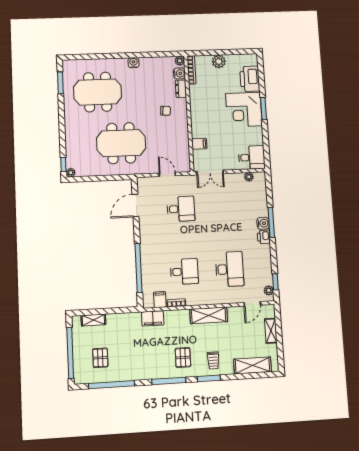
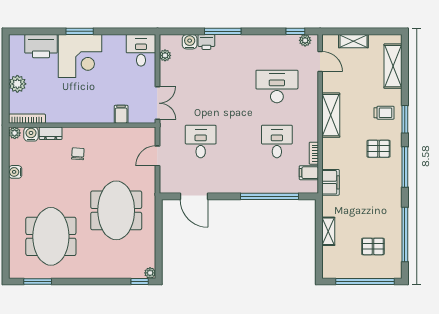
water cooler: (134, 63) -> (15, 172), moved
water cooler: (263, 223) -> (190, 42), moved
printer: (264, 237) -> (206, 42), moved
shelving: (93, 320) -> (328, 231), moved

